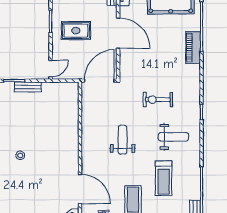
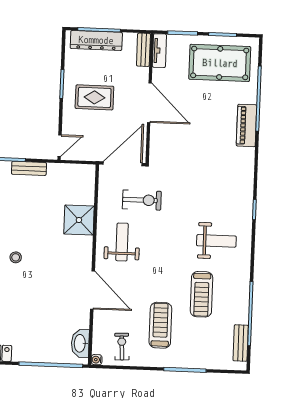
exercise bike: (158, 100) -> (142, 200), moved, turned 180
shower: (68, 125) -> (79, 220), added
weight bench: (123, 140) -> (122, 242), moved
door: (80, 189) -> (92, 290), moved

